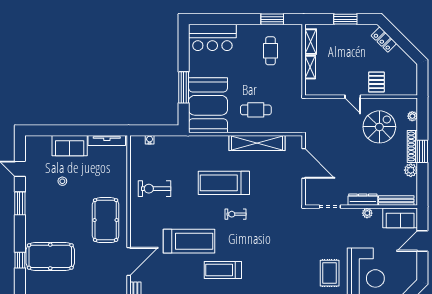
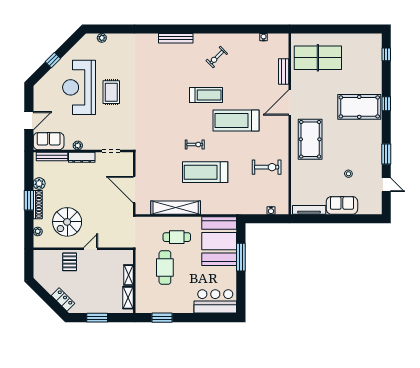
cafe table: (270, 51) -> (165, 268), moved, width x1.37, depth x1.35
door: (353, 97) -> (91, 249), hinge flipped
treadmill: (224, 183) -> (205, 172), turned 180

